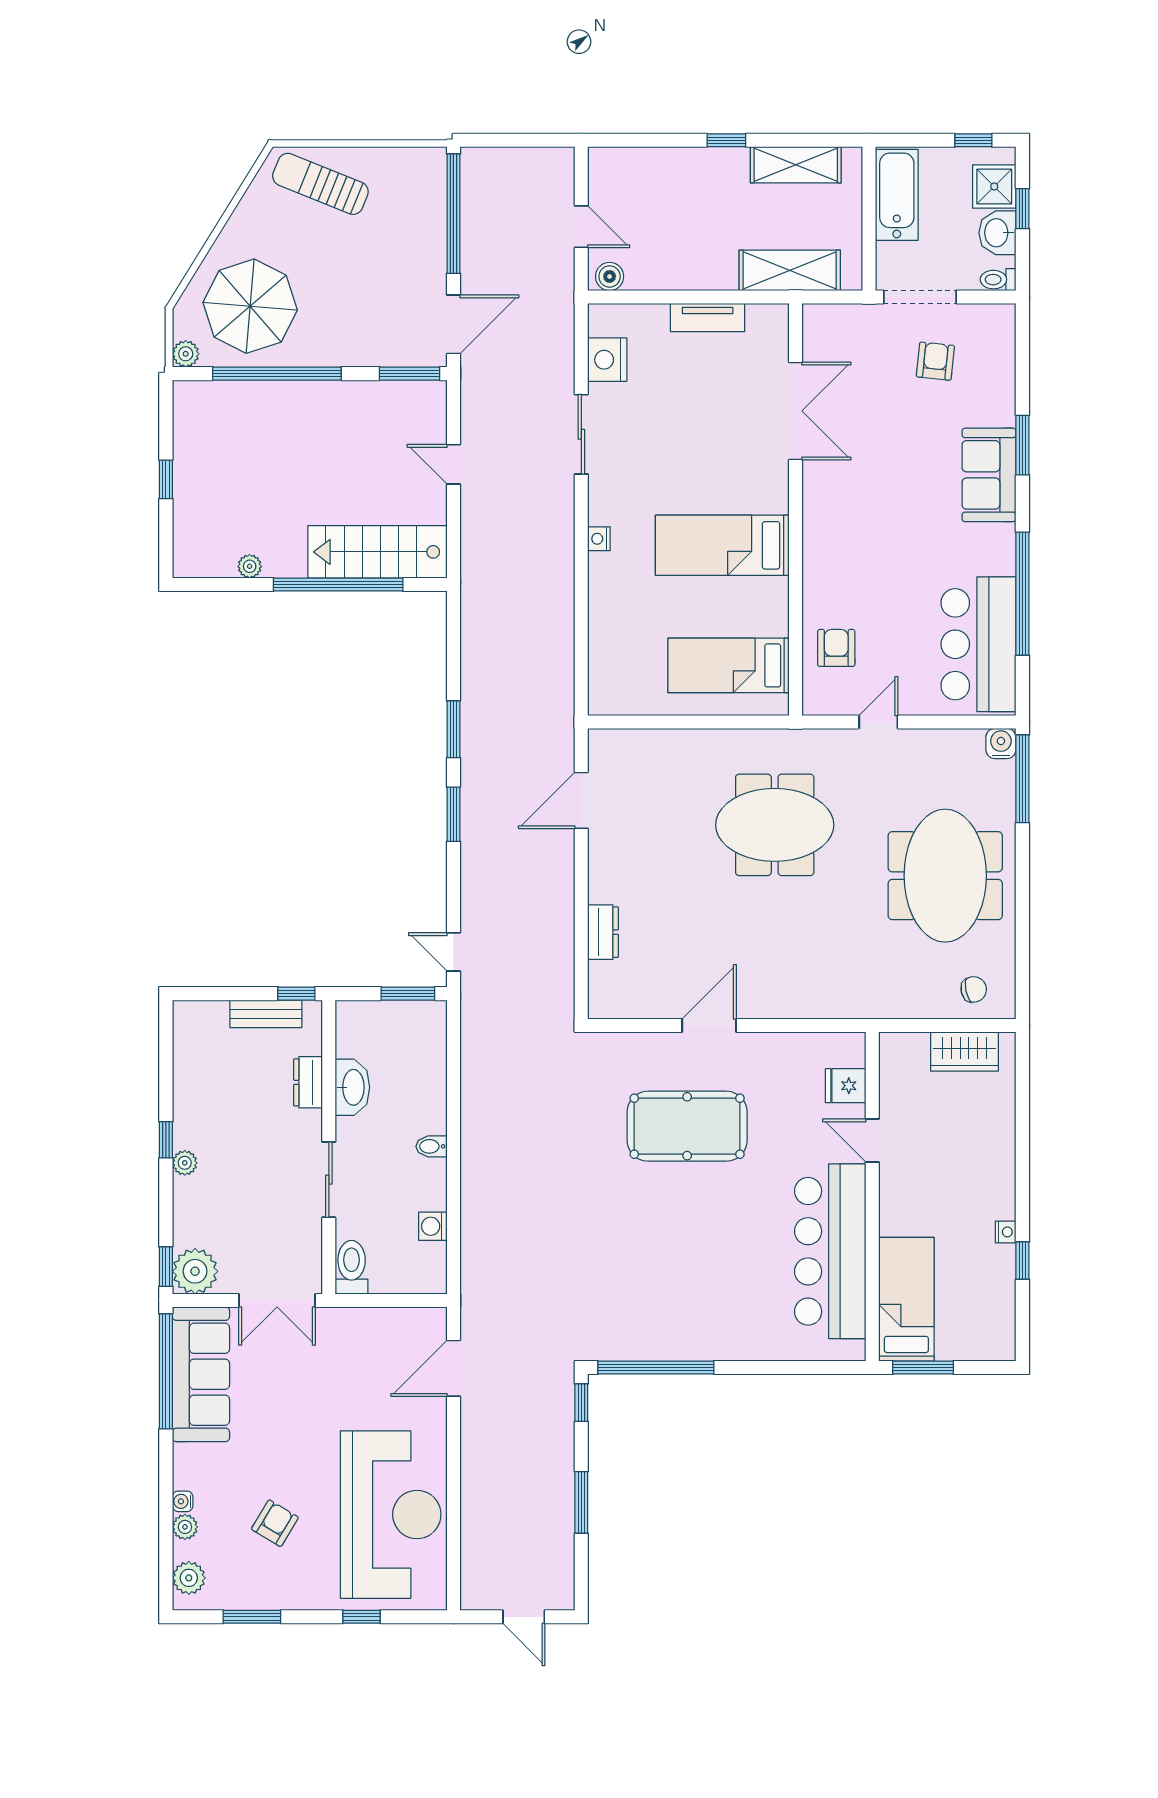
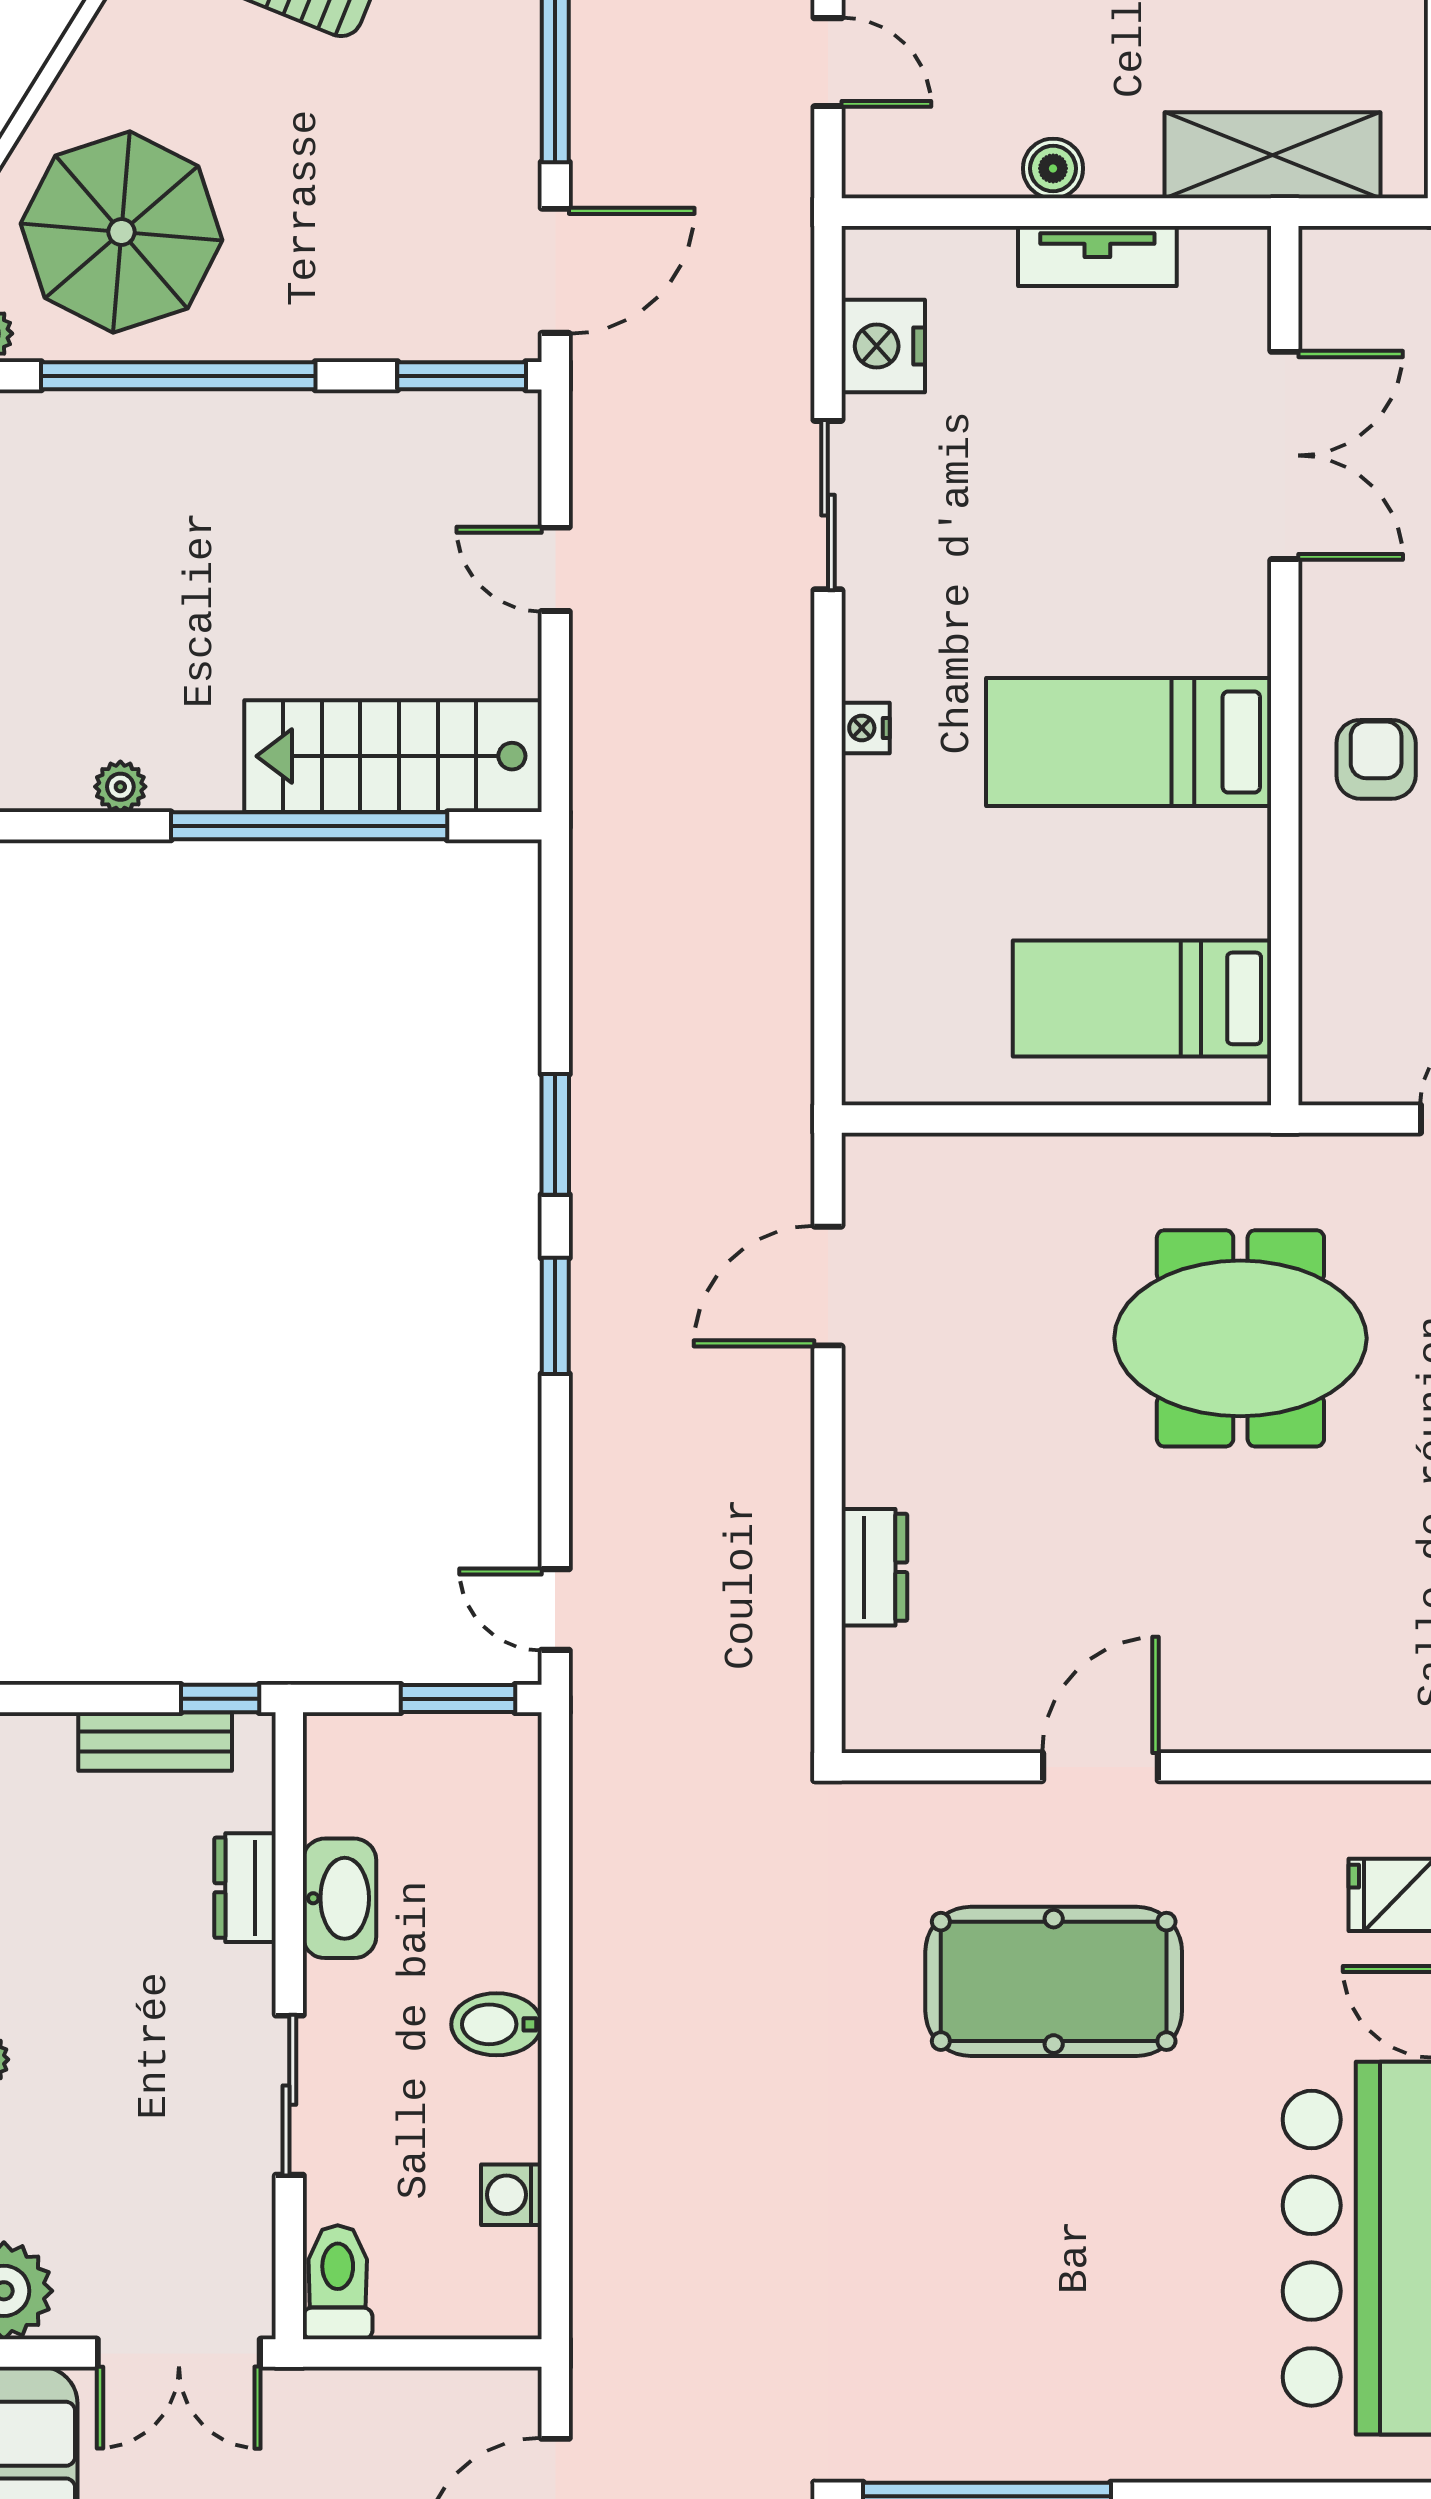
boiler: (610, 276) -> (1053, 168), moved
armchair: (836, 648) -> (1376, 759), moved
bidet: (432, 1146) -> (496, 2024), width x1.38, depth x1.36

